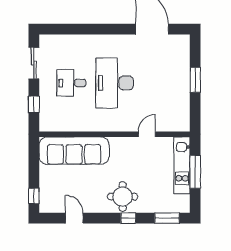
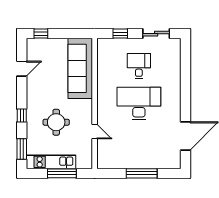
window: (195, 80) -> (142, 173), width x1.44
kitchen unit: (182, 165) -> (51, 162), moved
round table: (123, 197) -> (56, 122), moved

